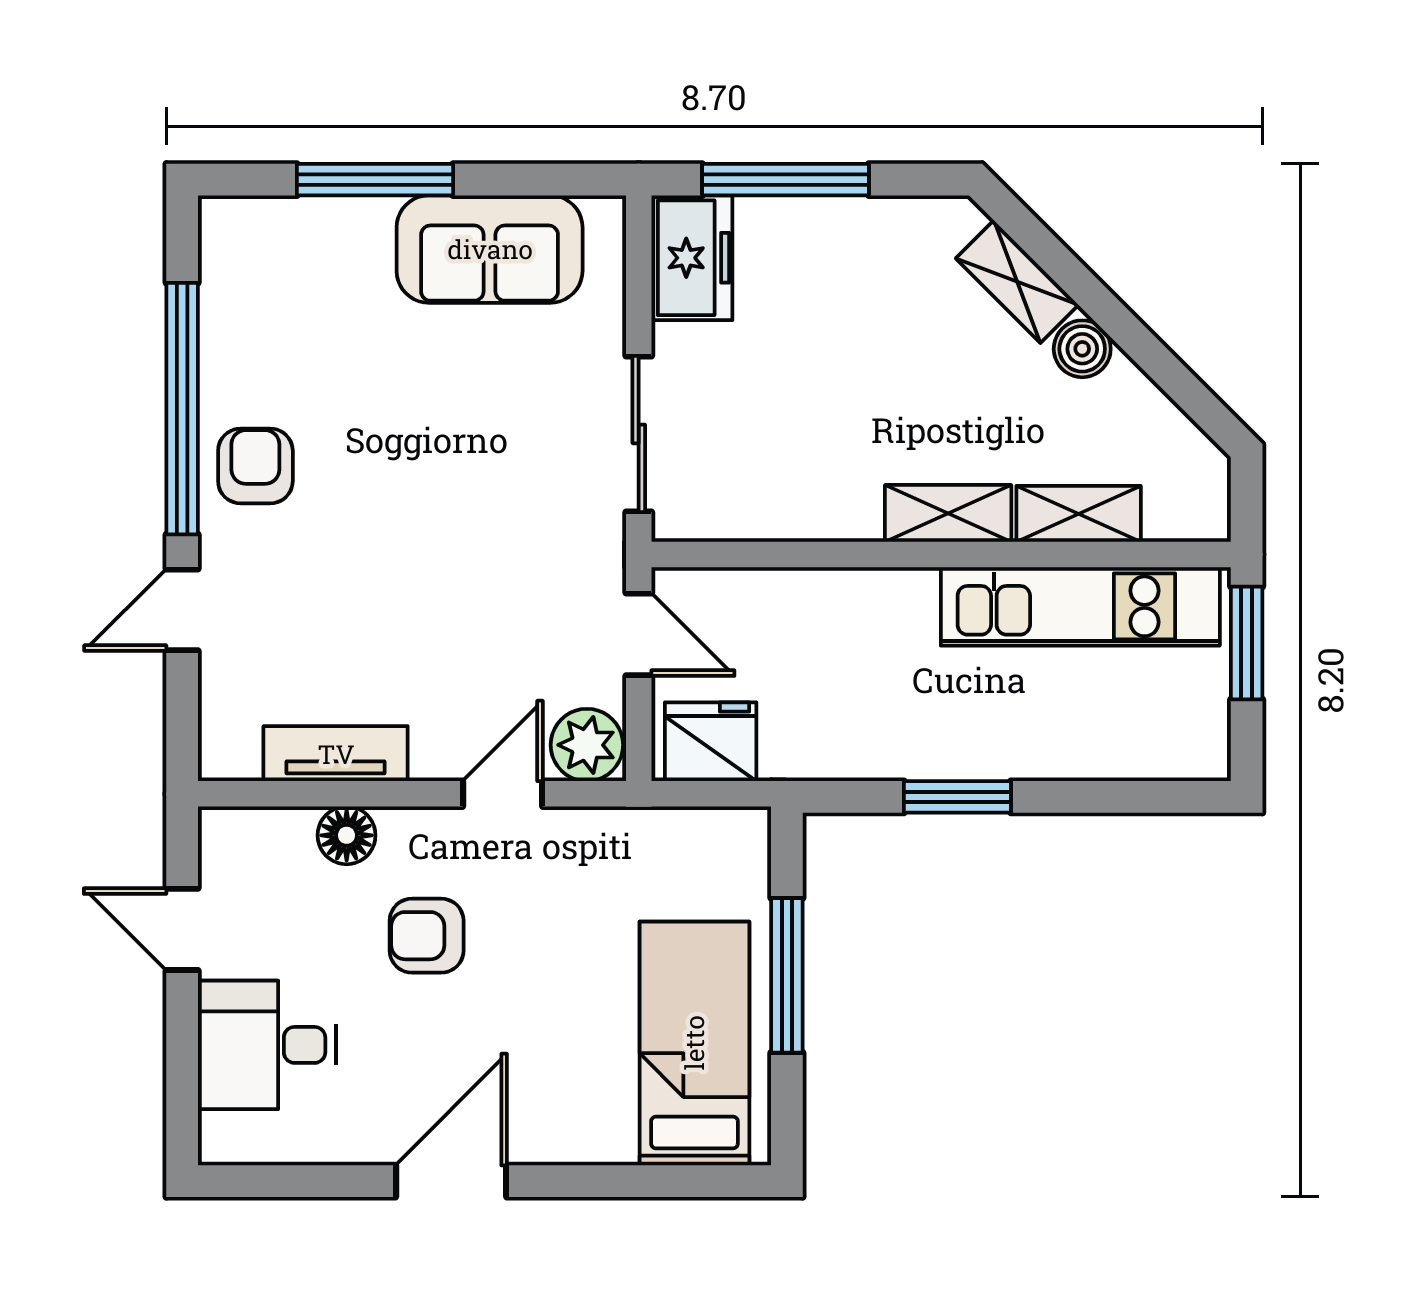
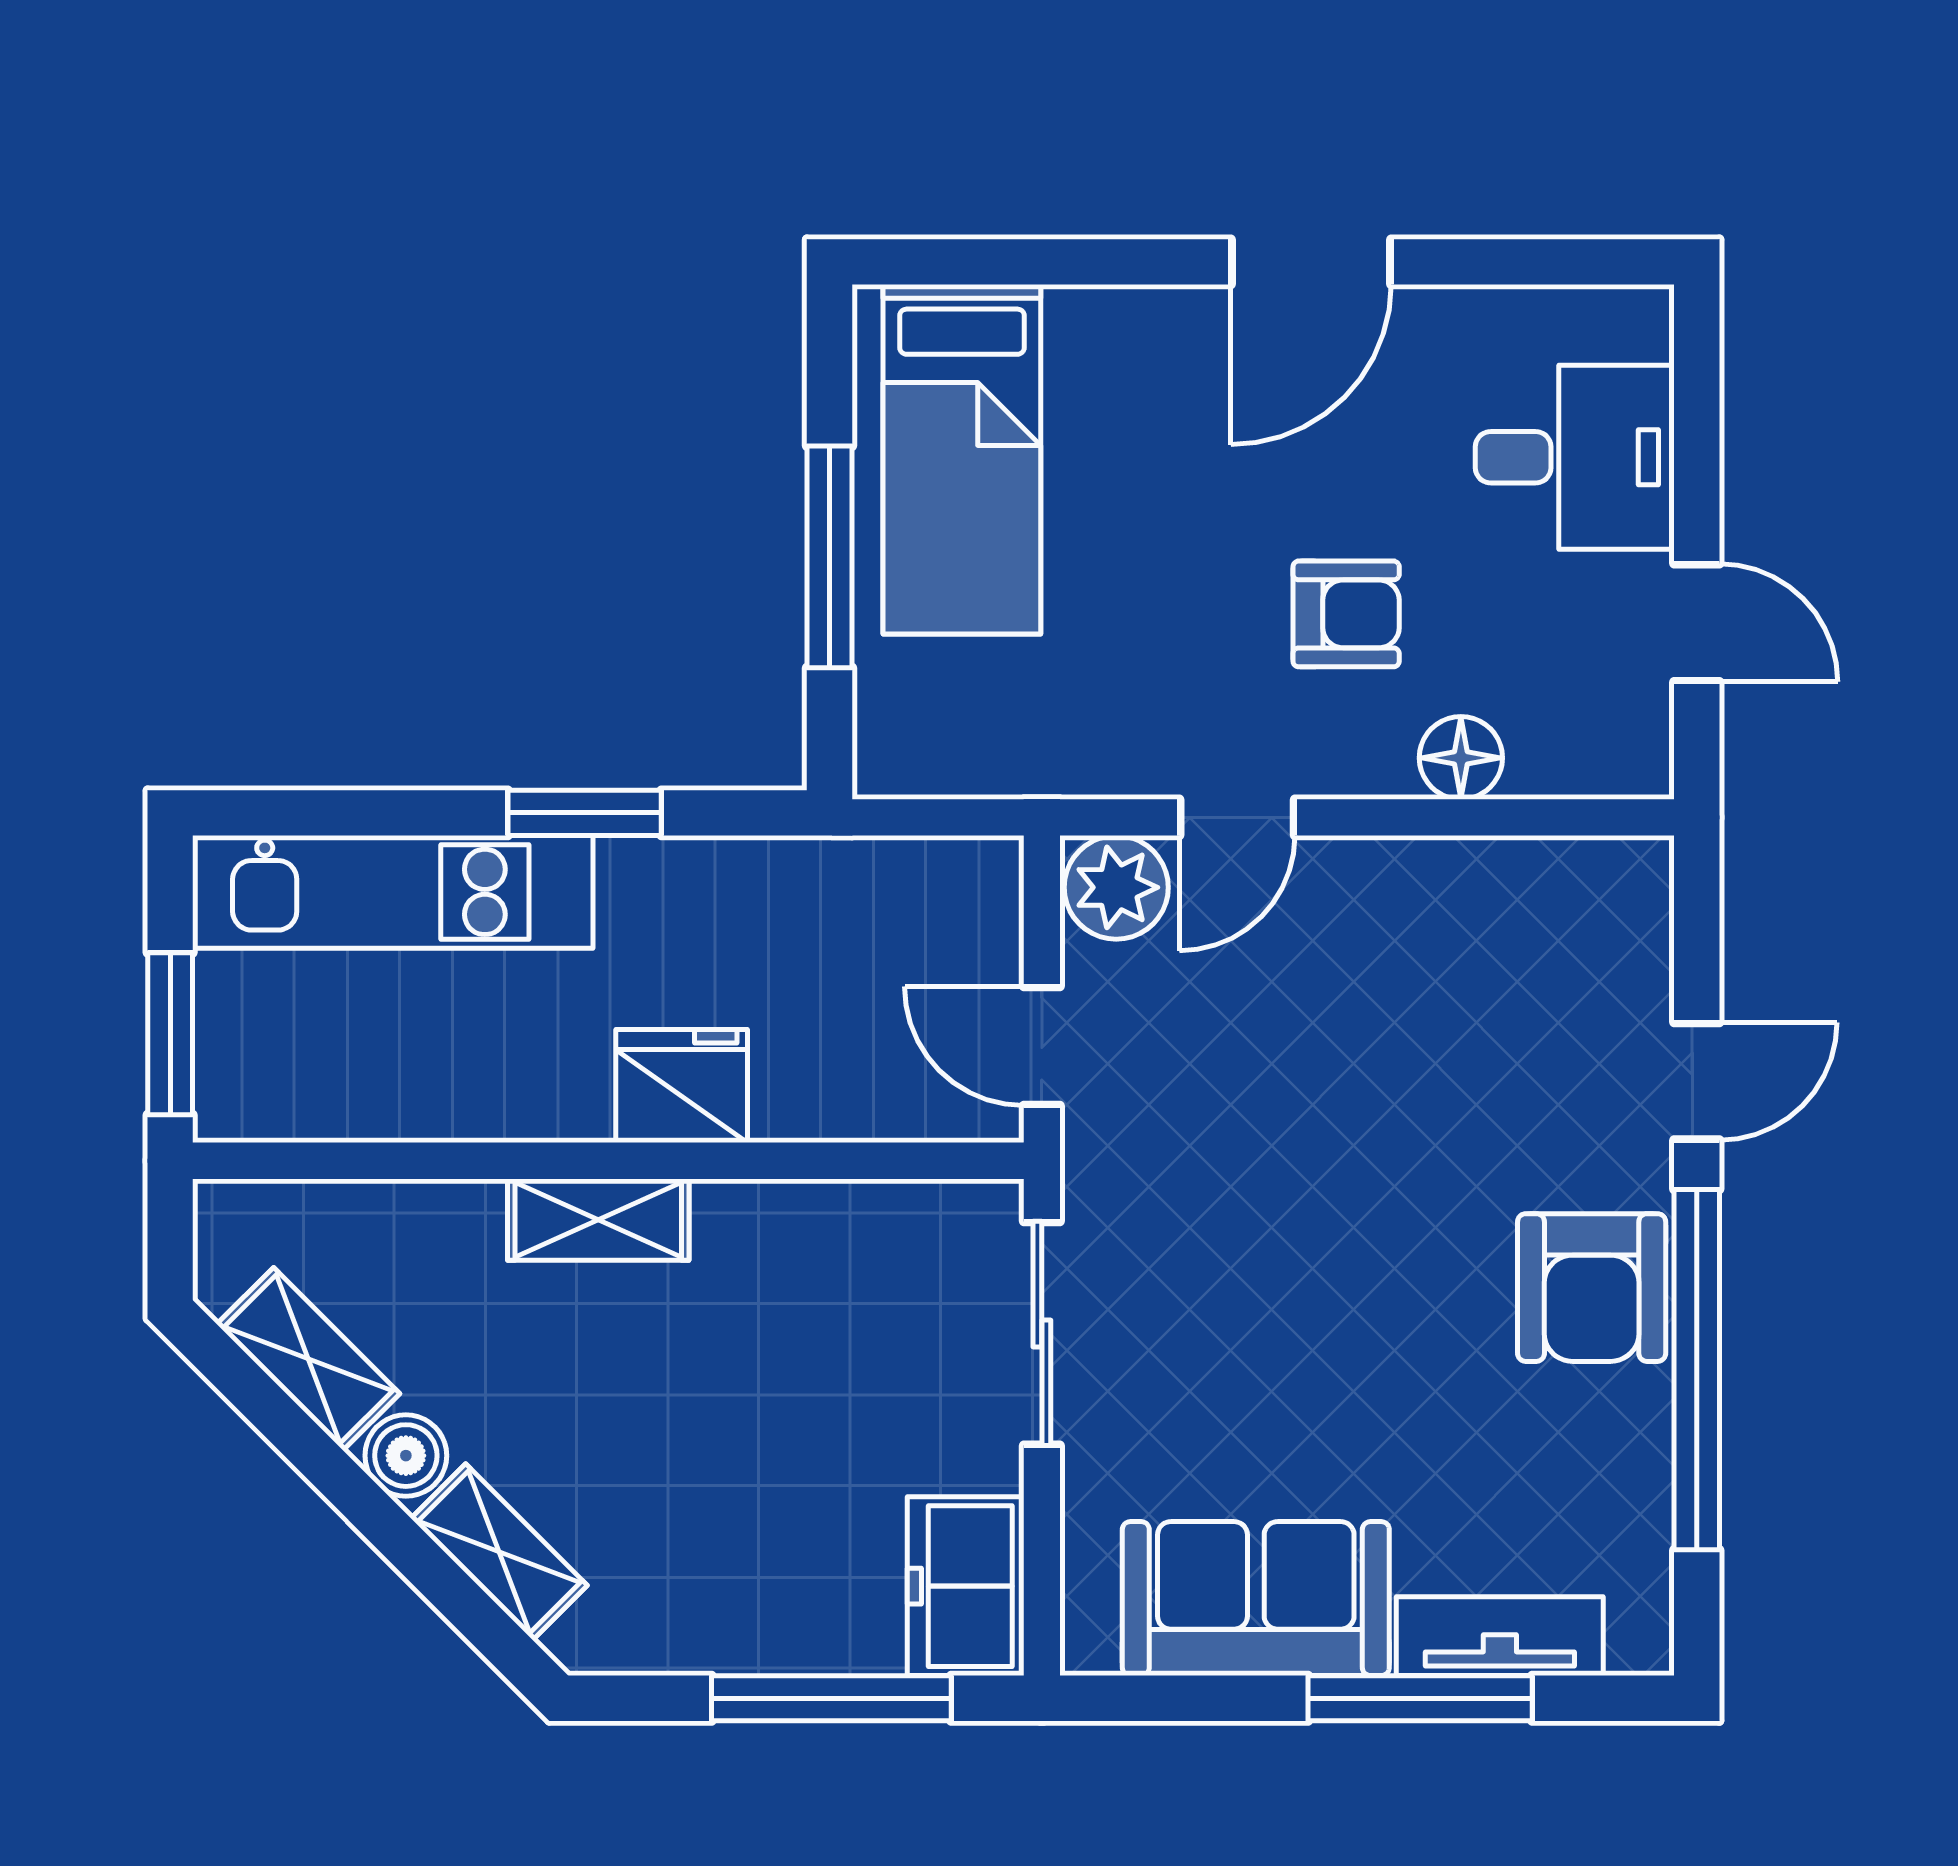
armchair: (255, 466) -> (1592, 1288), width x1.38, depth x1.38
shelving: (1079, 514) -> (308, 1359), moved, turned 45
kitchen unit: (1080, 606) -> (393, 892), moved, turned 180
fridge: (711, 742) -> (682, 1086), moved, turned 180
tv unit: (336, 754) -> (1500, 1636), moved, turned 180

